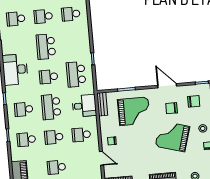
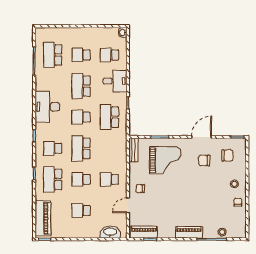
school desk: (16, 19) -> (53, 55), width x1.85
door: (167, 86) -> (202, 137), hinge flipped
desk: (84, 106) -> (115, 81), moved
grand piano: (172, 136) -> (202, 189), removed
school desk: (26, 139) -> (53, 179), width x1.85
door: (101, 158) -> (128, 205), swing flipped

